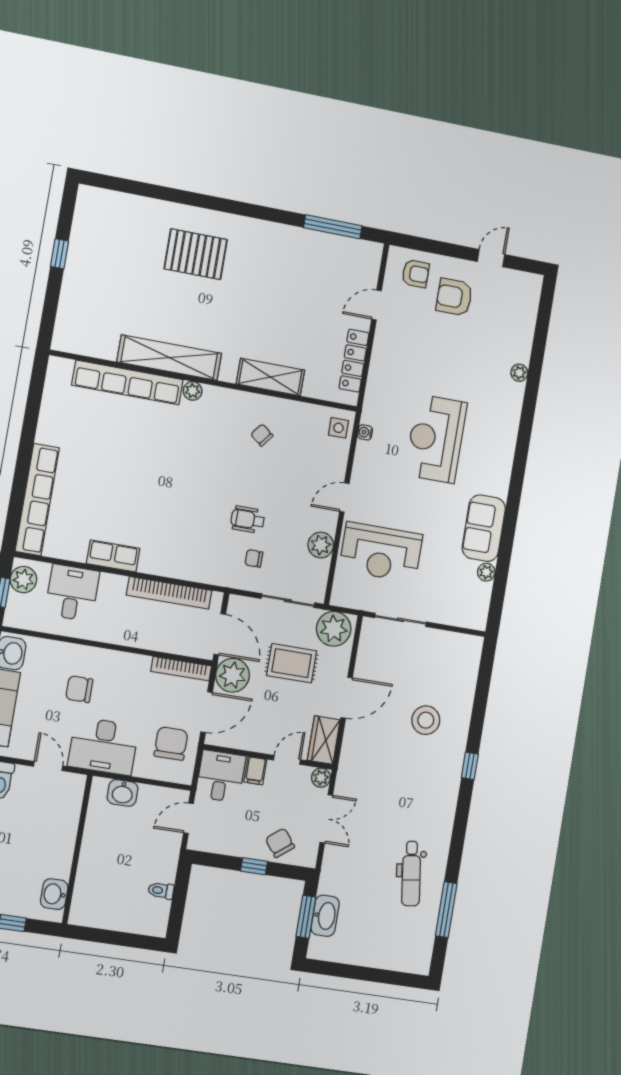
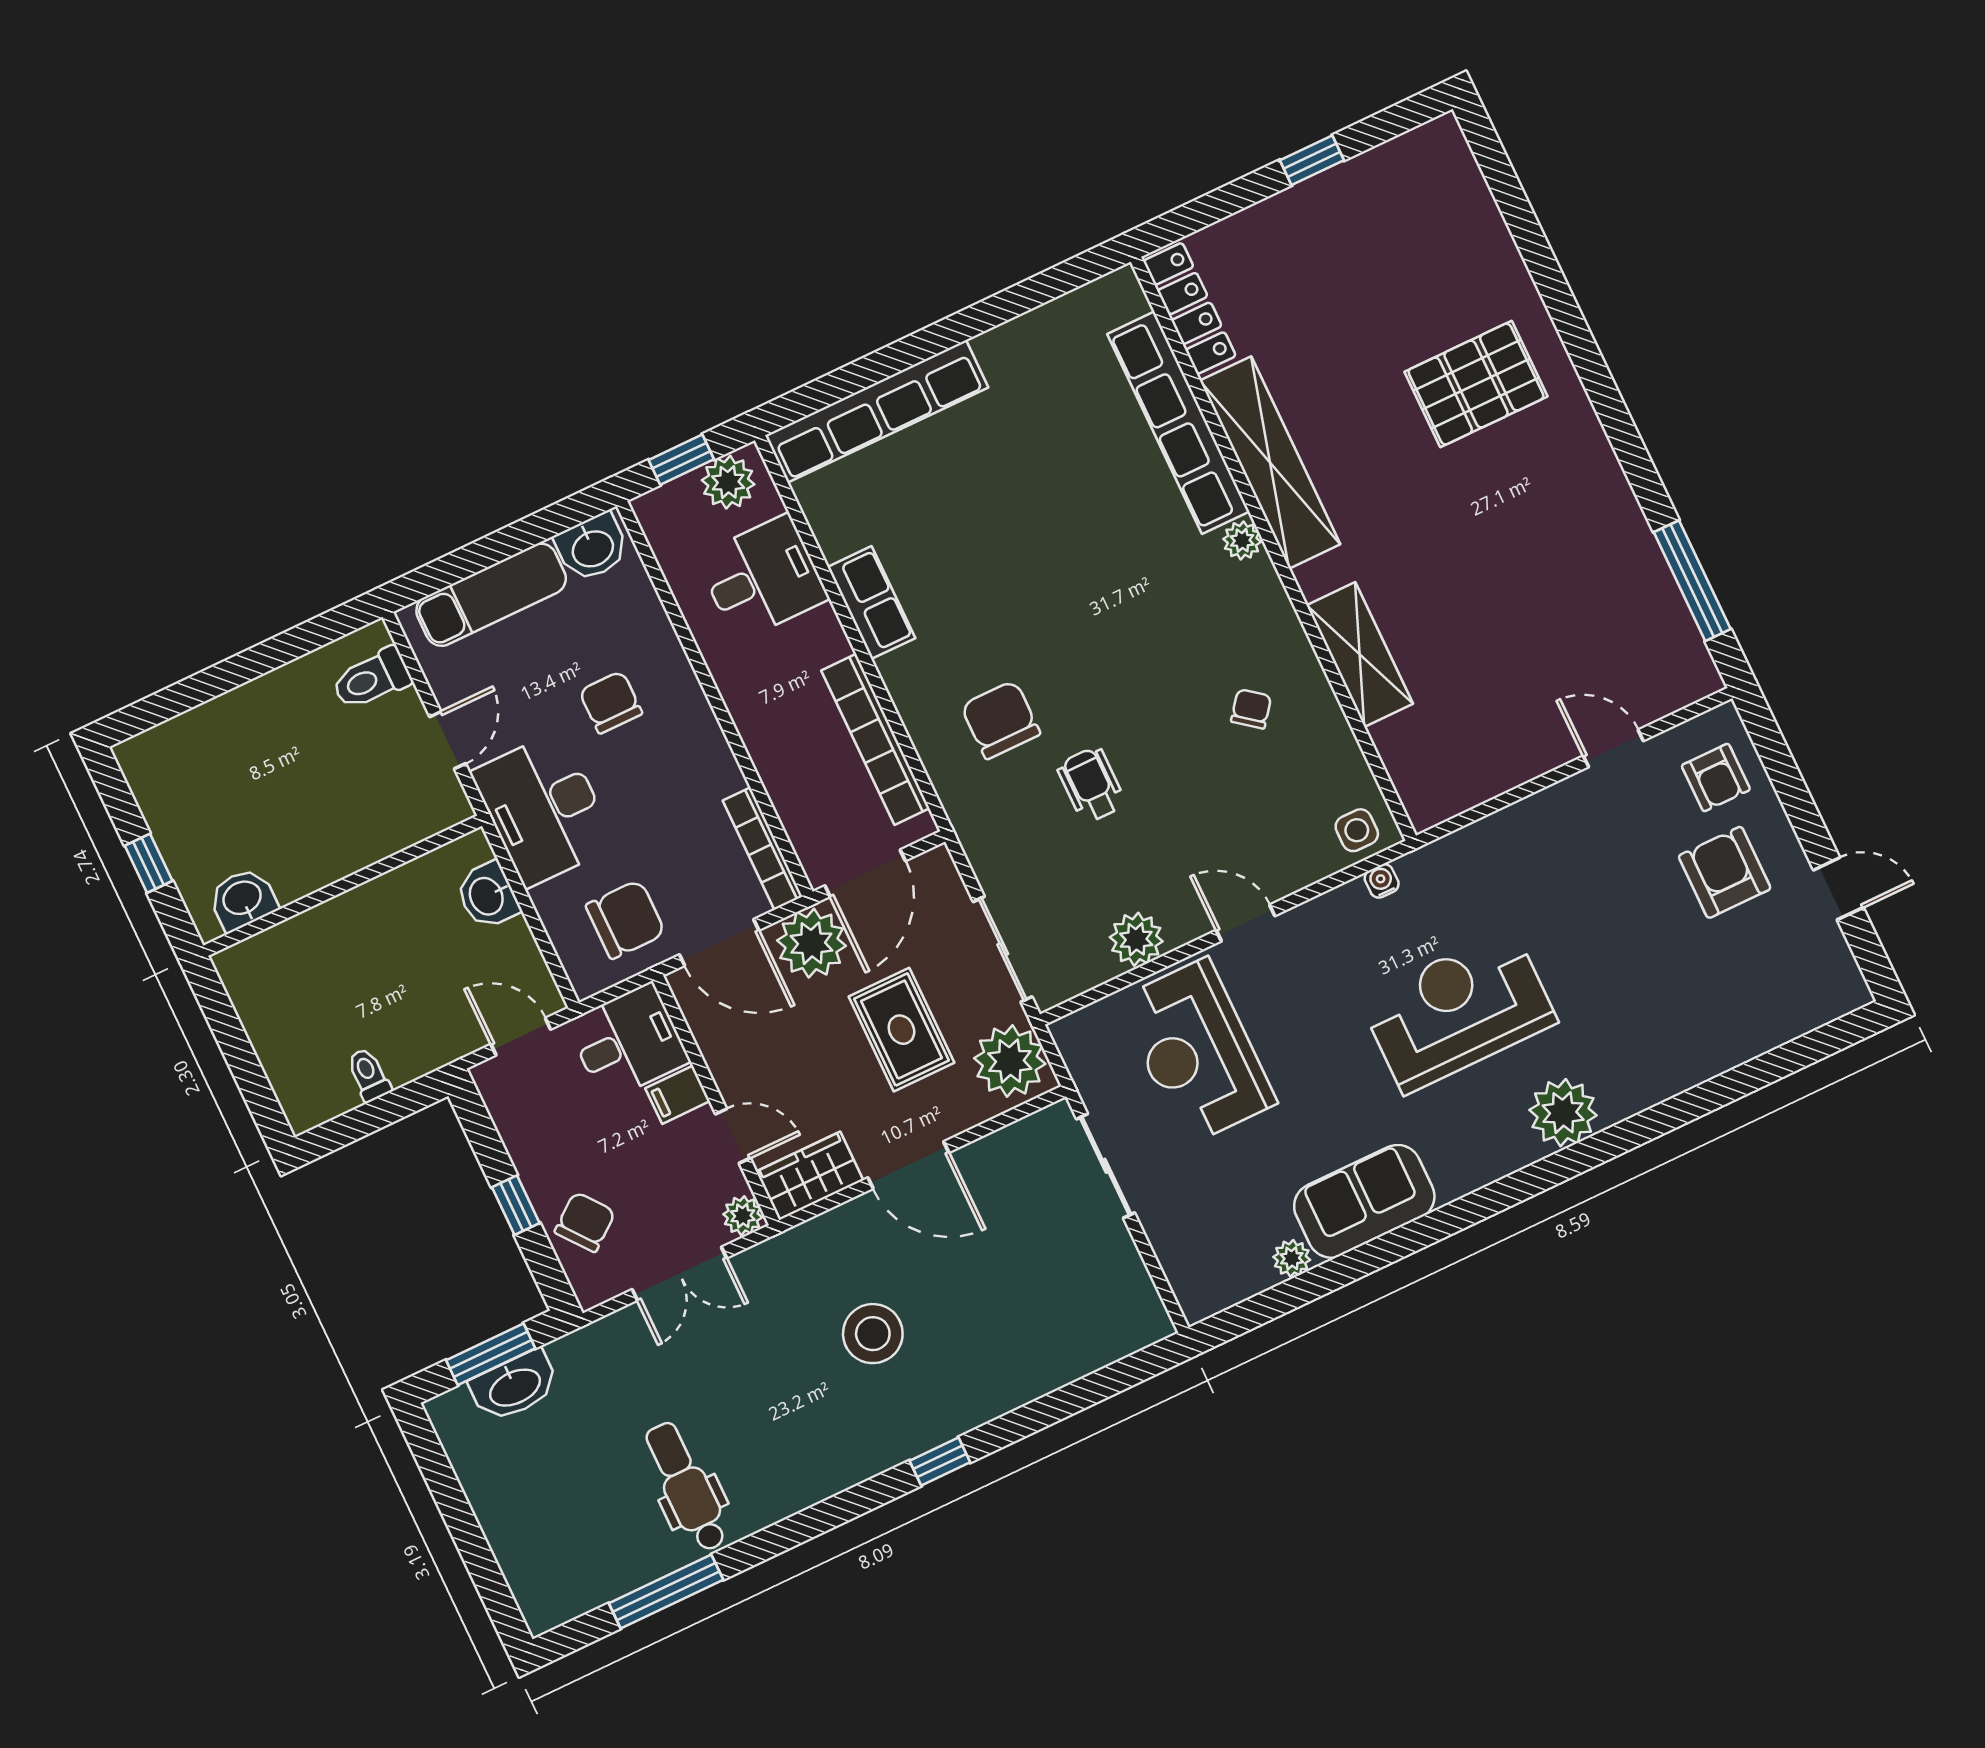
pallet: (196, 254) -> (1476, 384), turned 90
locker: (354, 361) -> (1190, 308), moved, turned 90
plant: (519, 373) -> (1563, 1113), moved, width x1.88, depth x1.88
chair: (254, 558) -> (1001, 720), moved, width x1.87, depth x1.87
stool: (426, 720) -> (873, 1334), moved
dental chair: (411, 874) -> (686, 1487), turned 98

